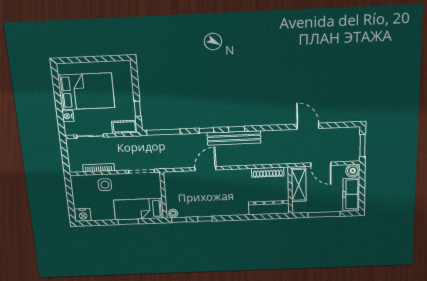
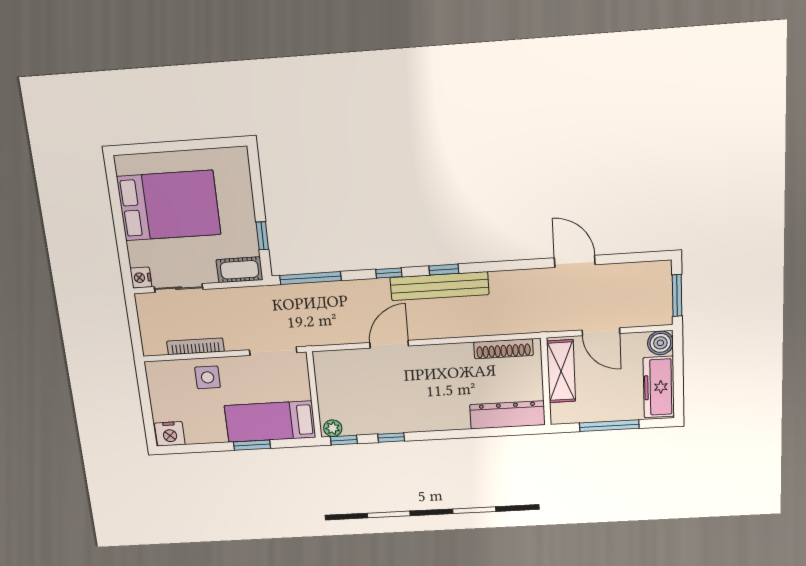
nightstand: (68, 116) -> (141, 278), moved

